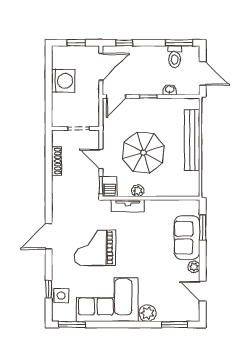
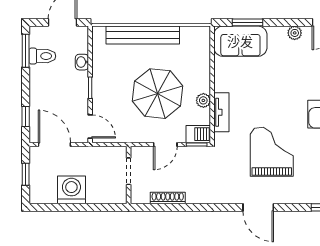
sofa: (187, 238) -> (240, 41), moved
grand piano: (95, 248) -> (272, 152), turned 180

